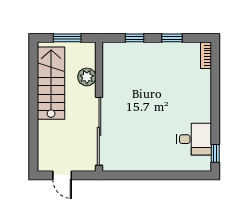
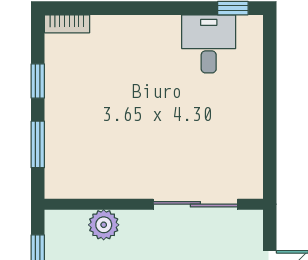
window: (134, 38) -> (38, 144), width x1.50
sliding door: (99, 131) -> (195, 204), width x0.73

